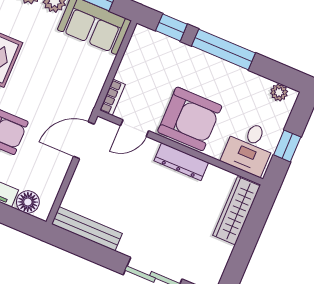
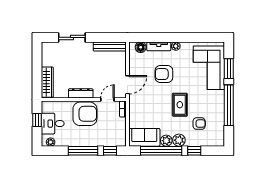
armchair: (190, 119) -> (85, 114), turned 180
desk: (249, 148) -> (53, 124), moved, turned -90

